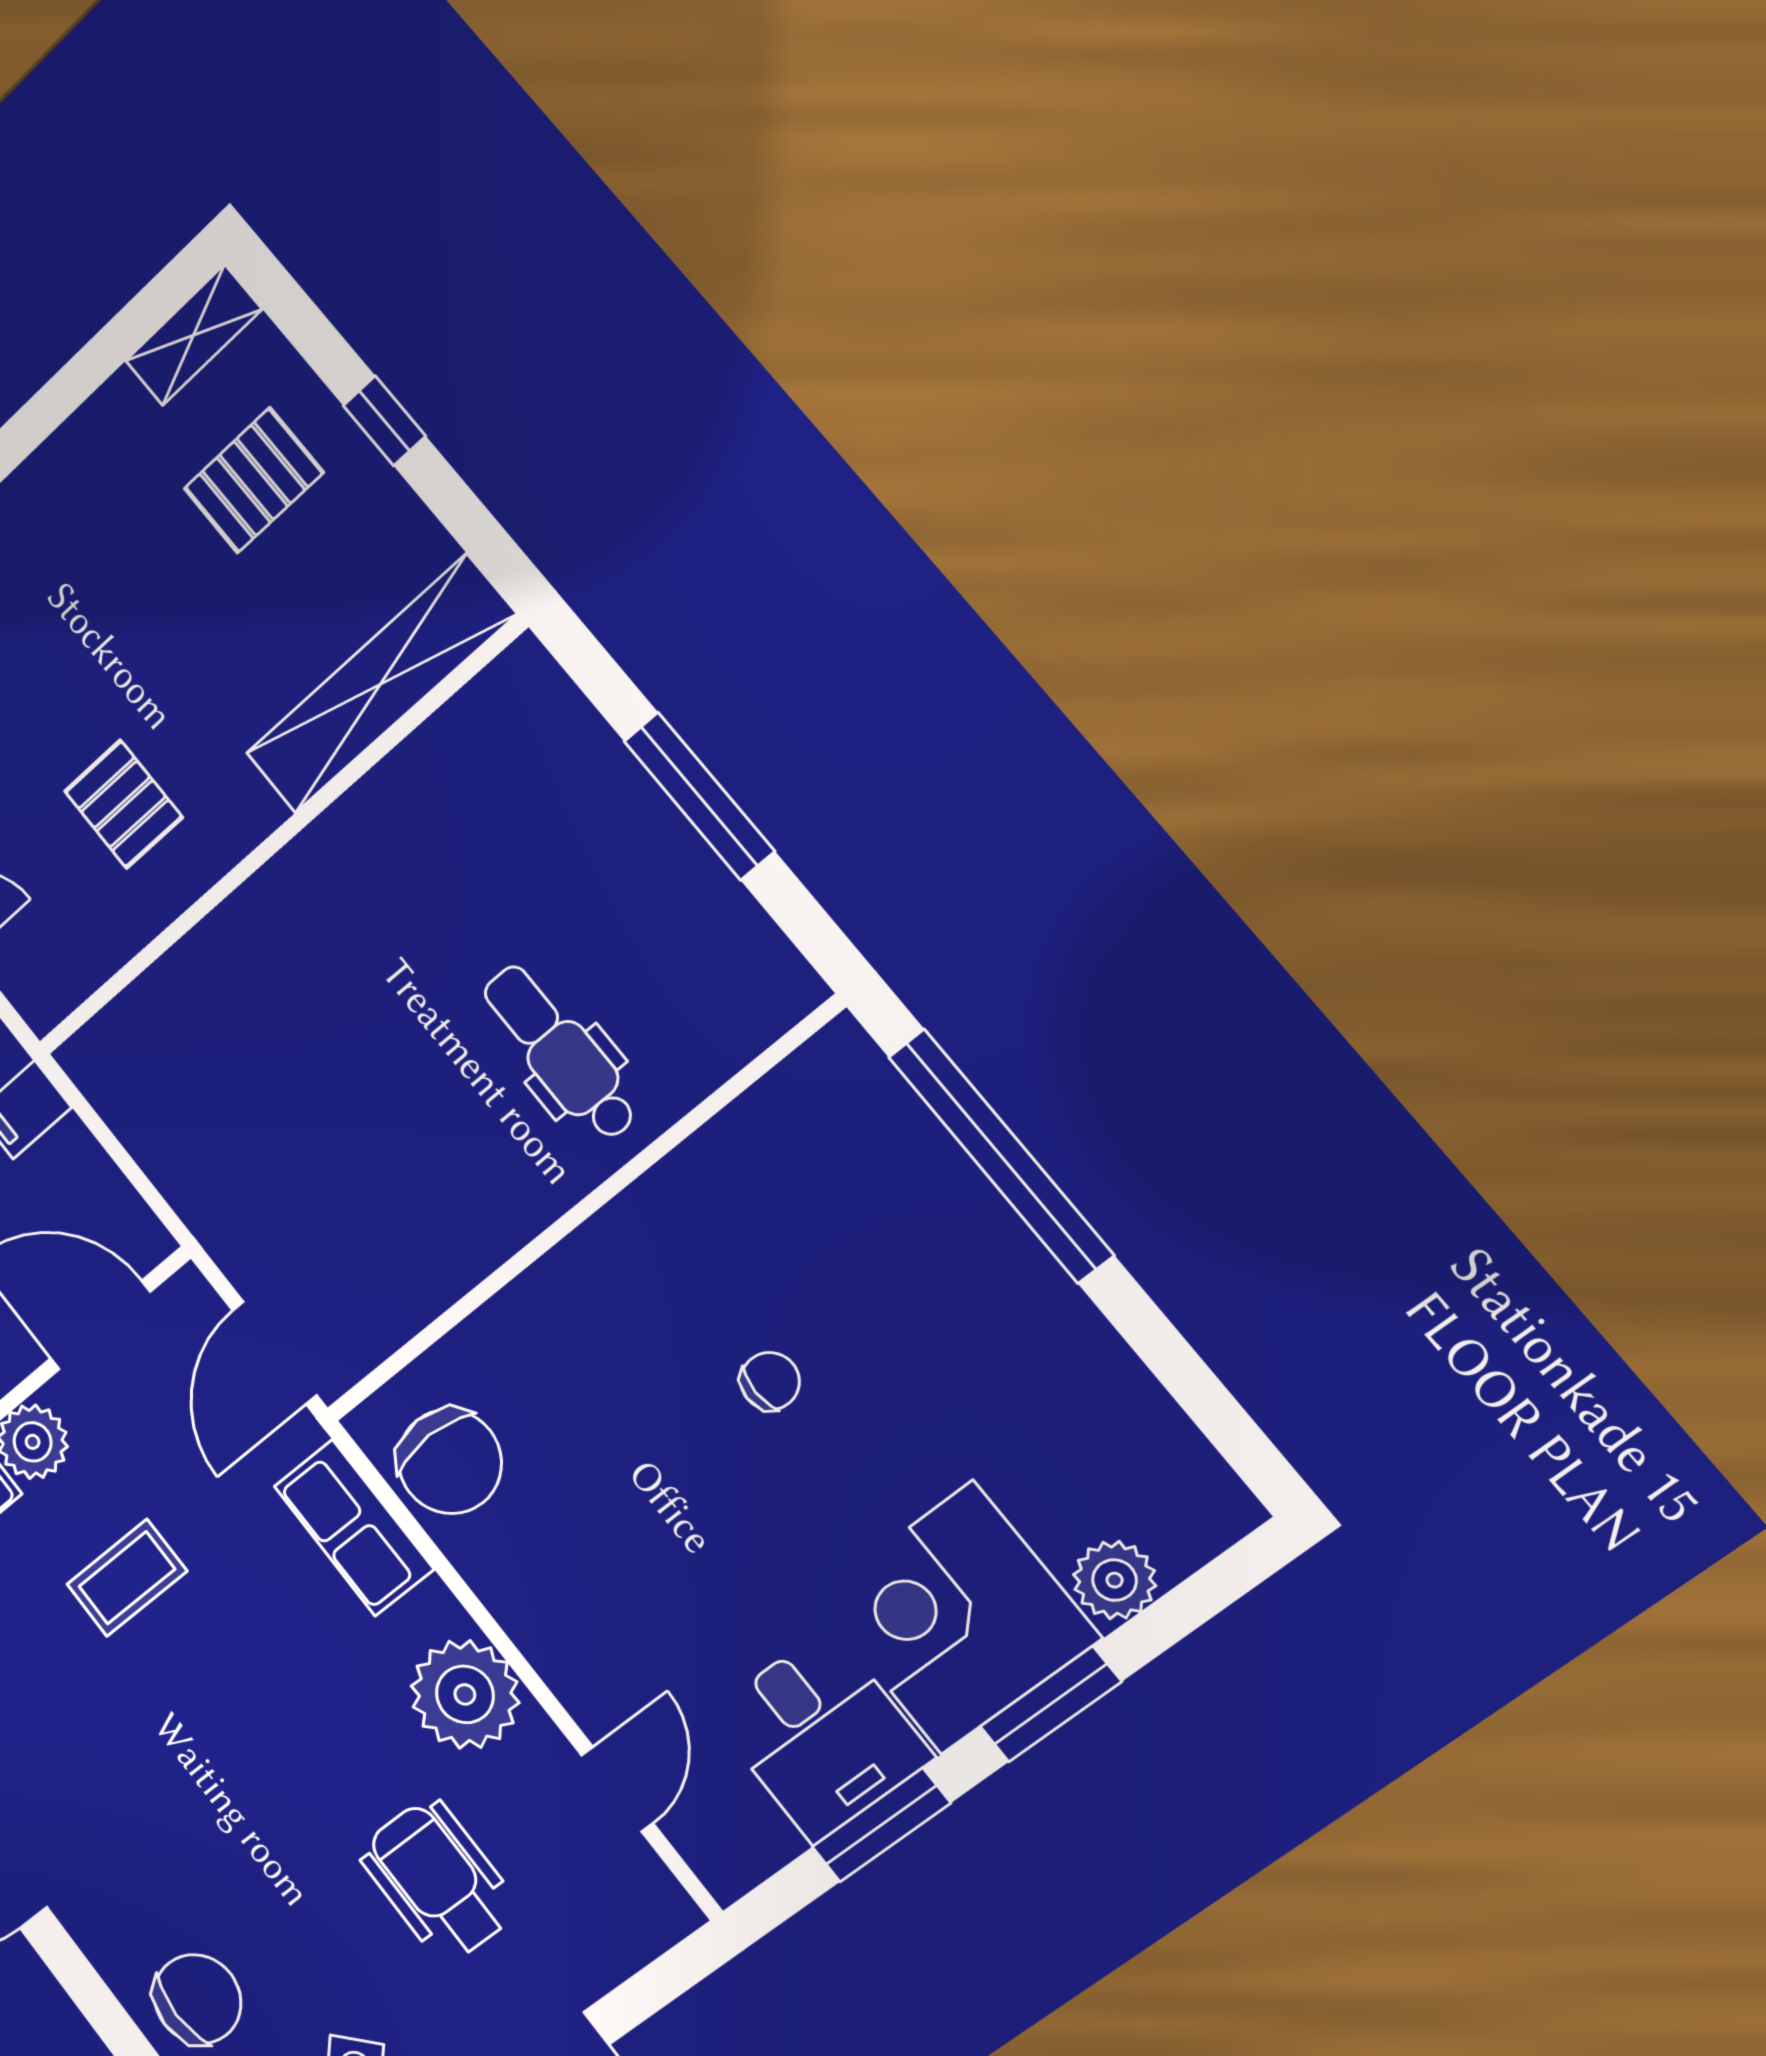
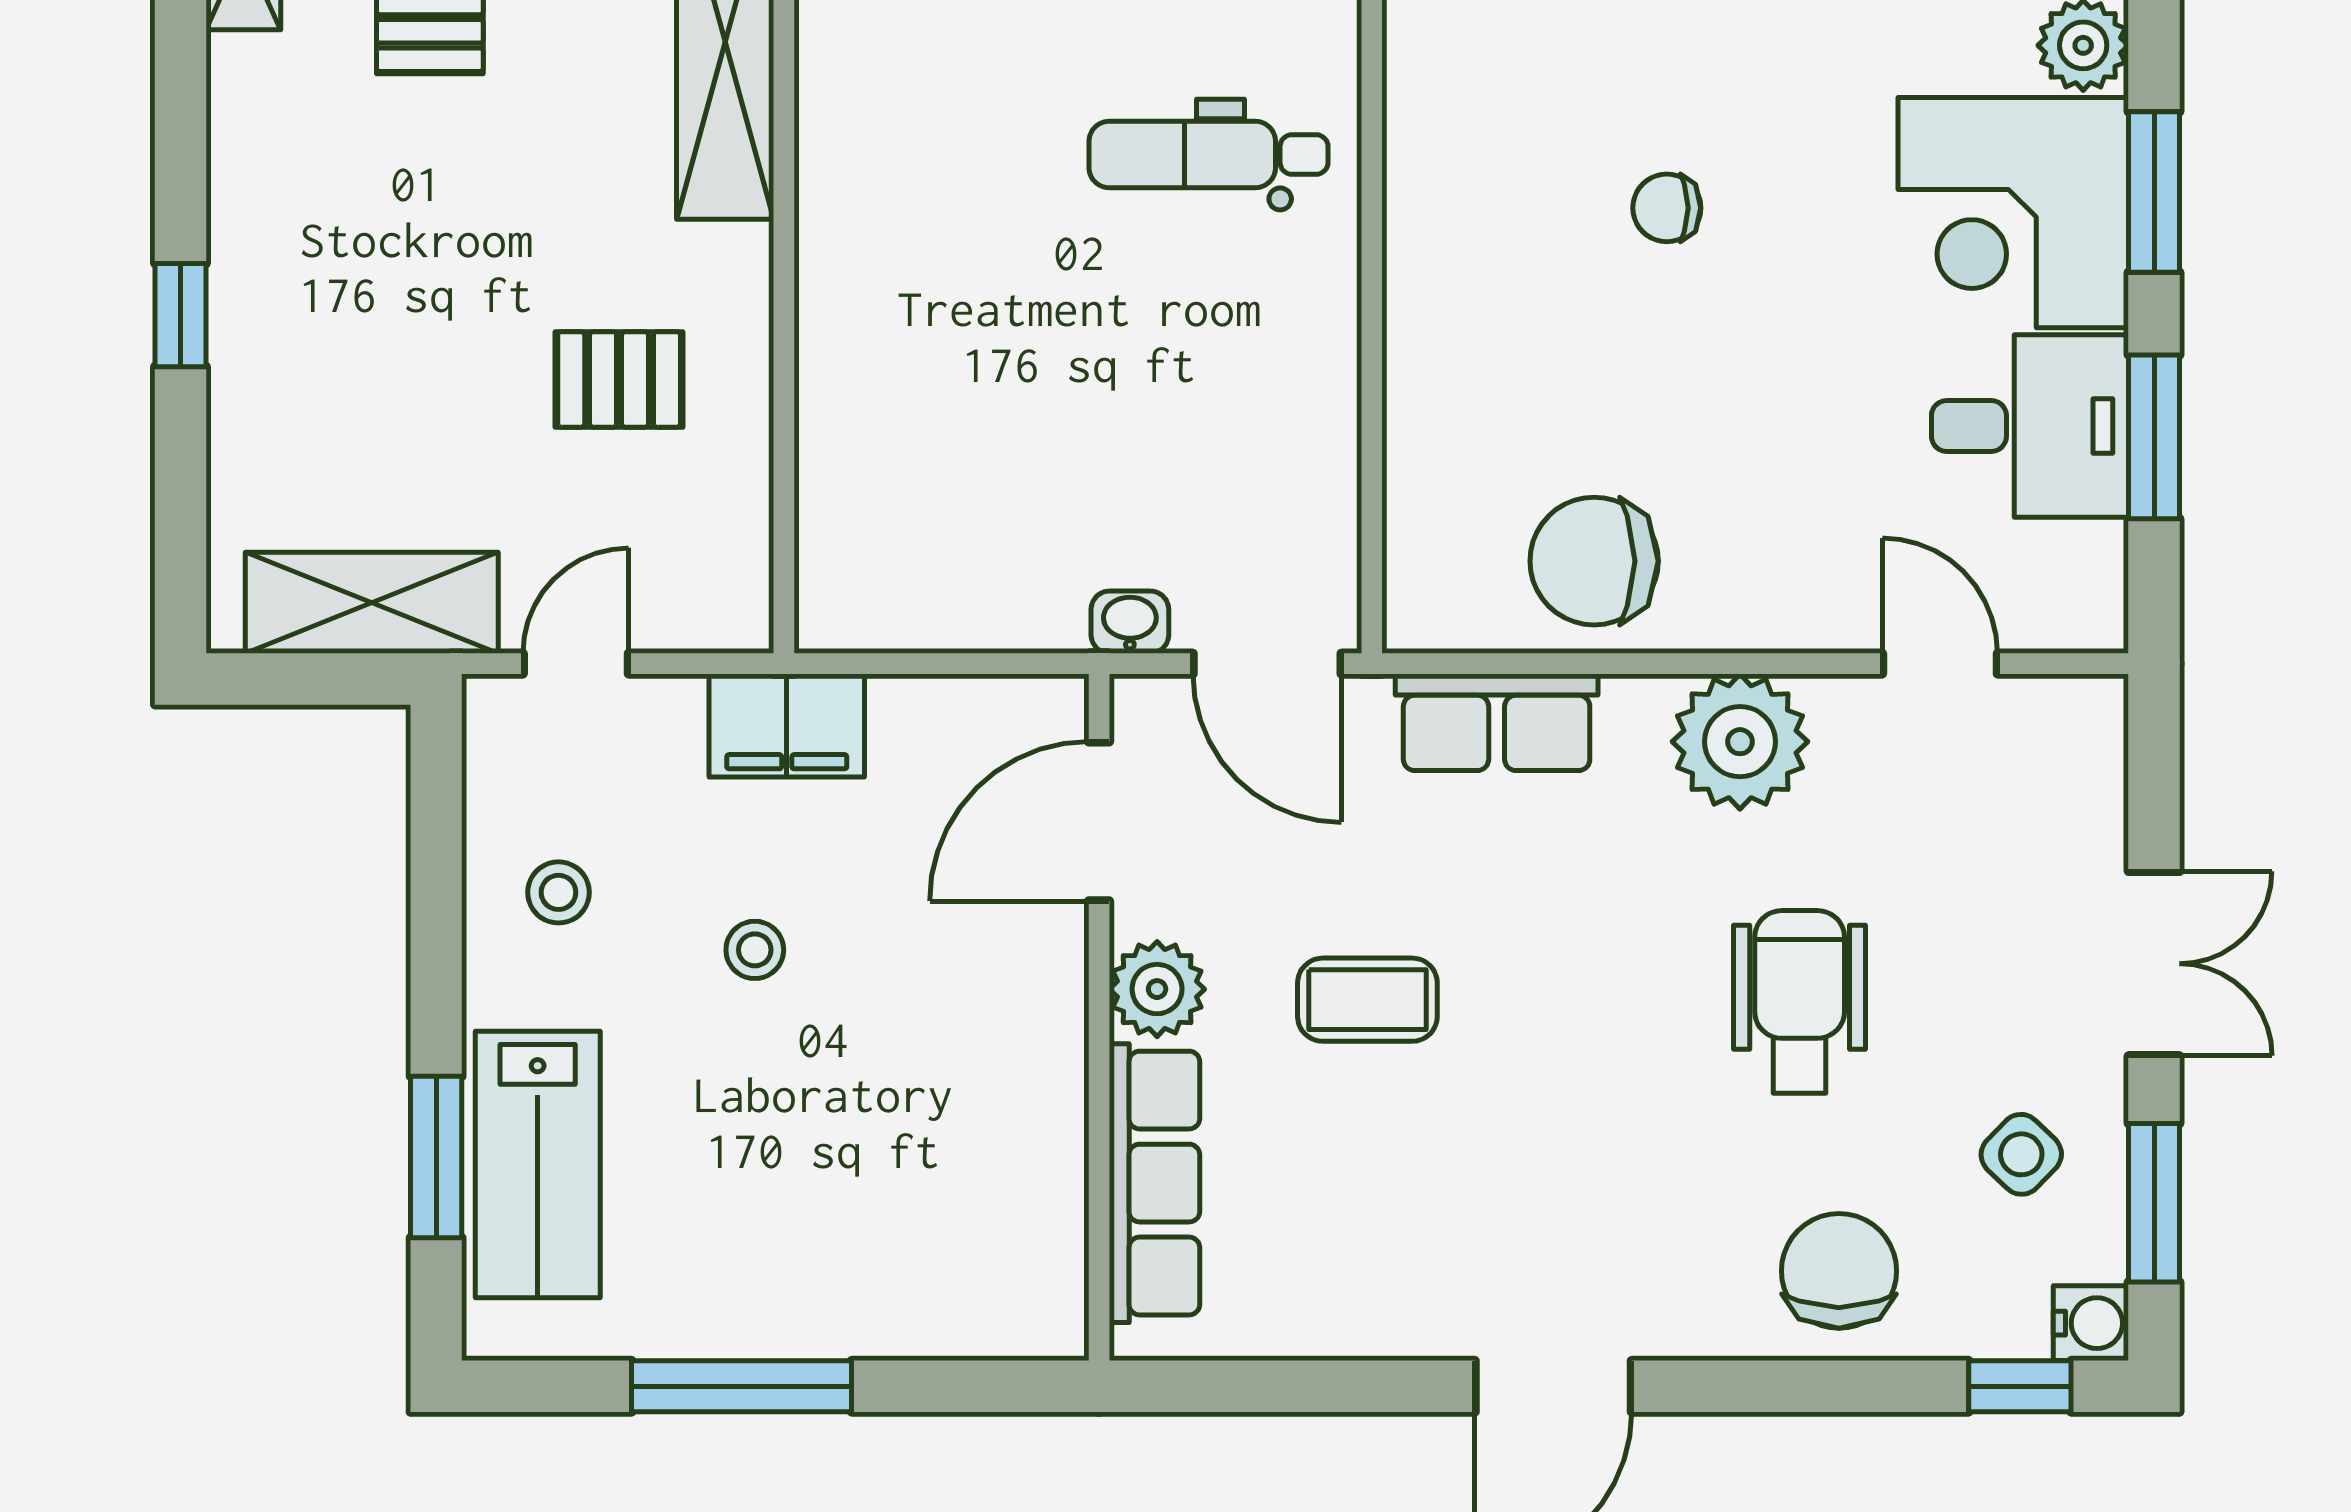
washbasin: (231, 1246) -> (1130, 622), added
chair: (770, 1381) -> (1667, 208), turned -90
chair: (450, 1462) -> (1594, 561), moved, turned 180
coffee table: (127, 1578) -> (1367, 1000), turned 90
wheelchair: (438, 1880) -> (1800, 1002), moved, turned 90

